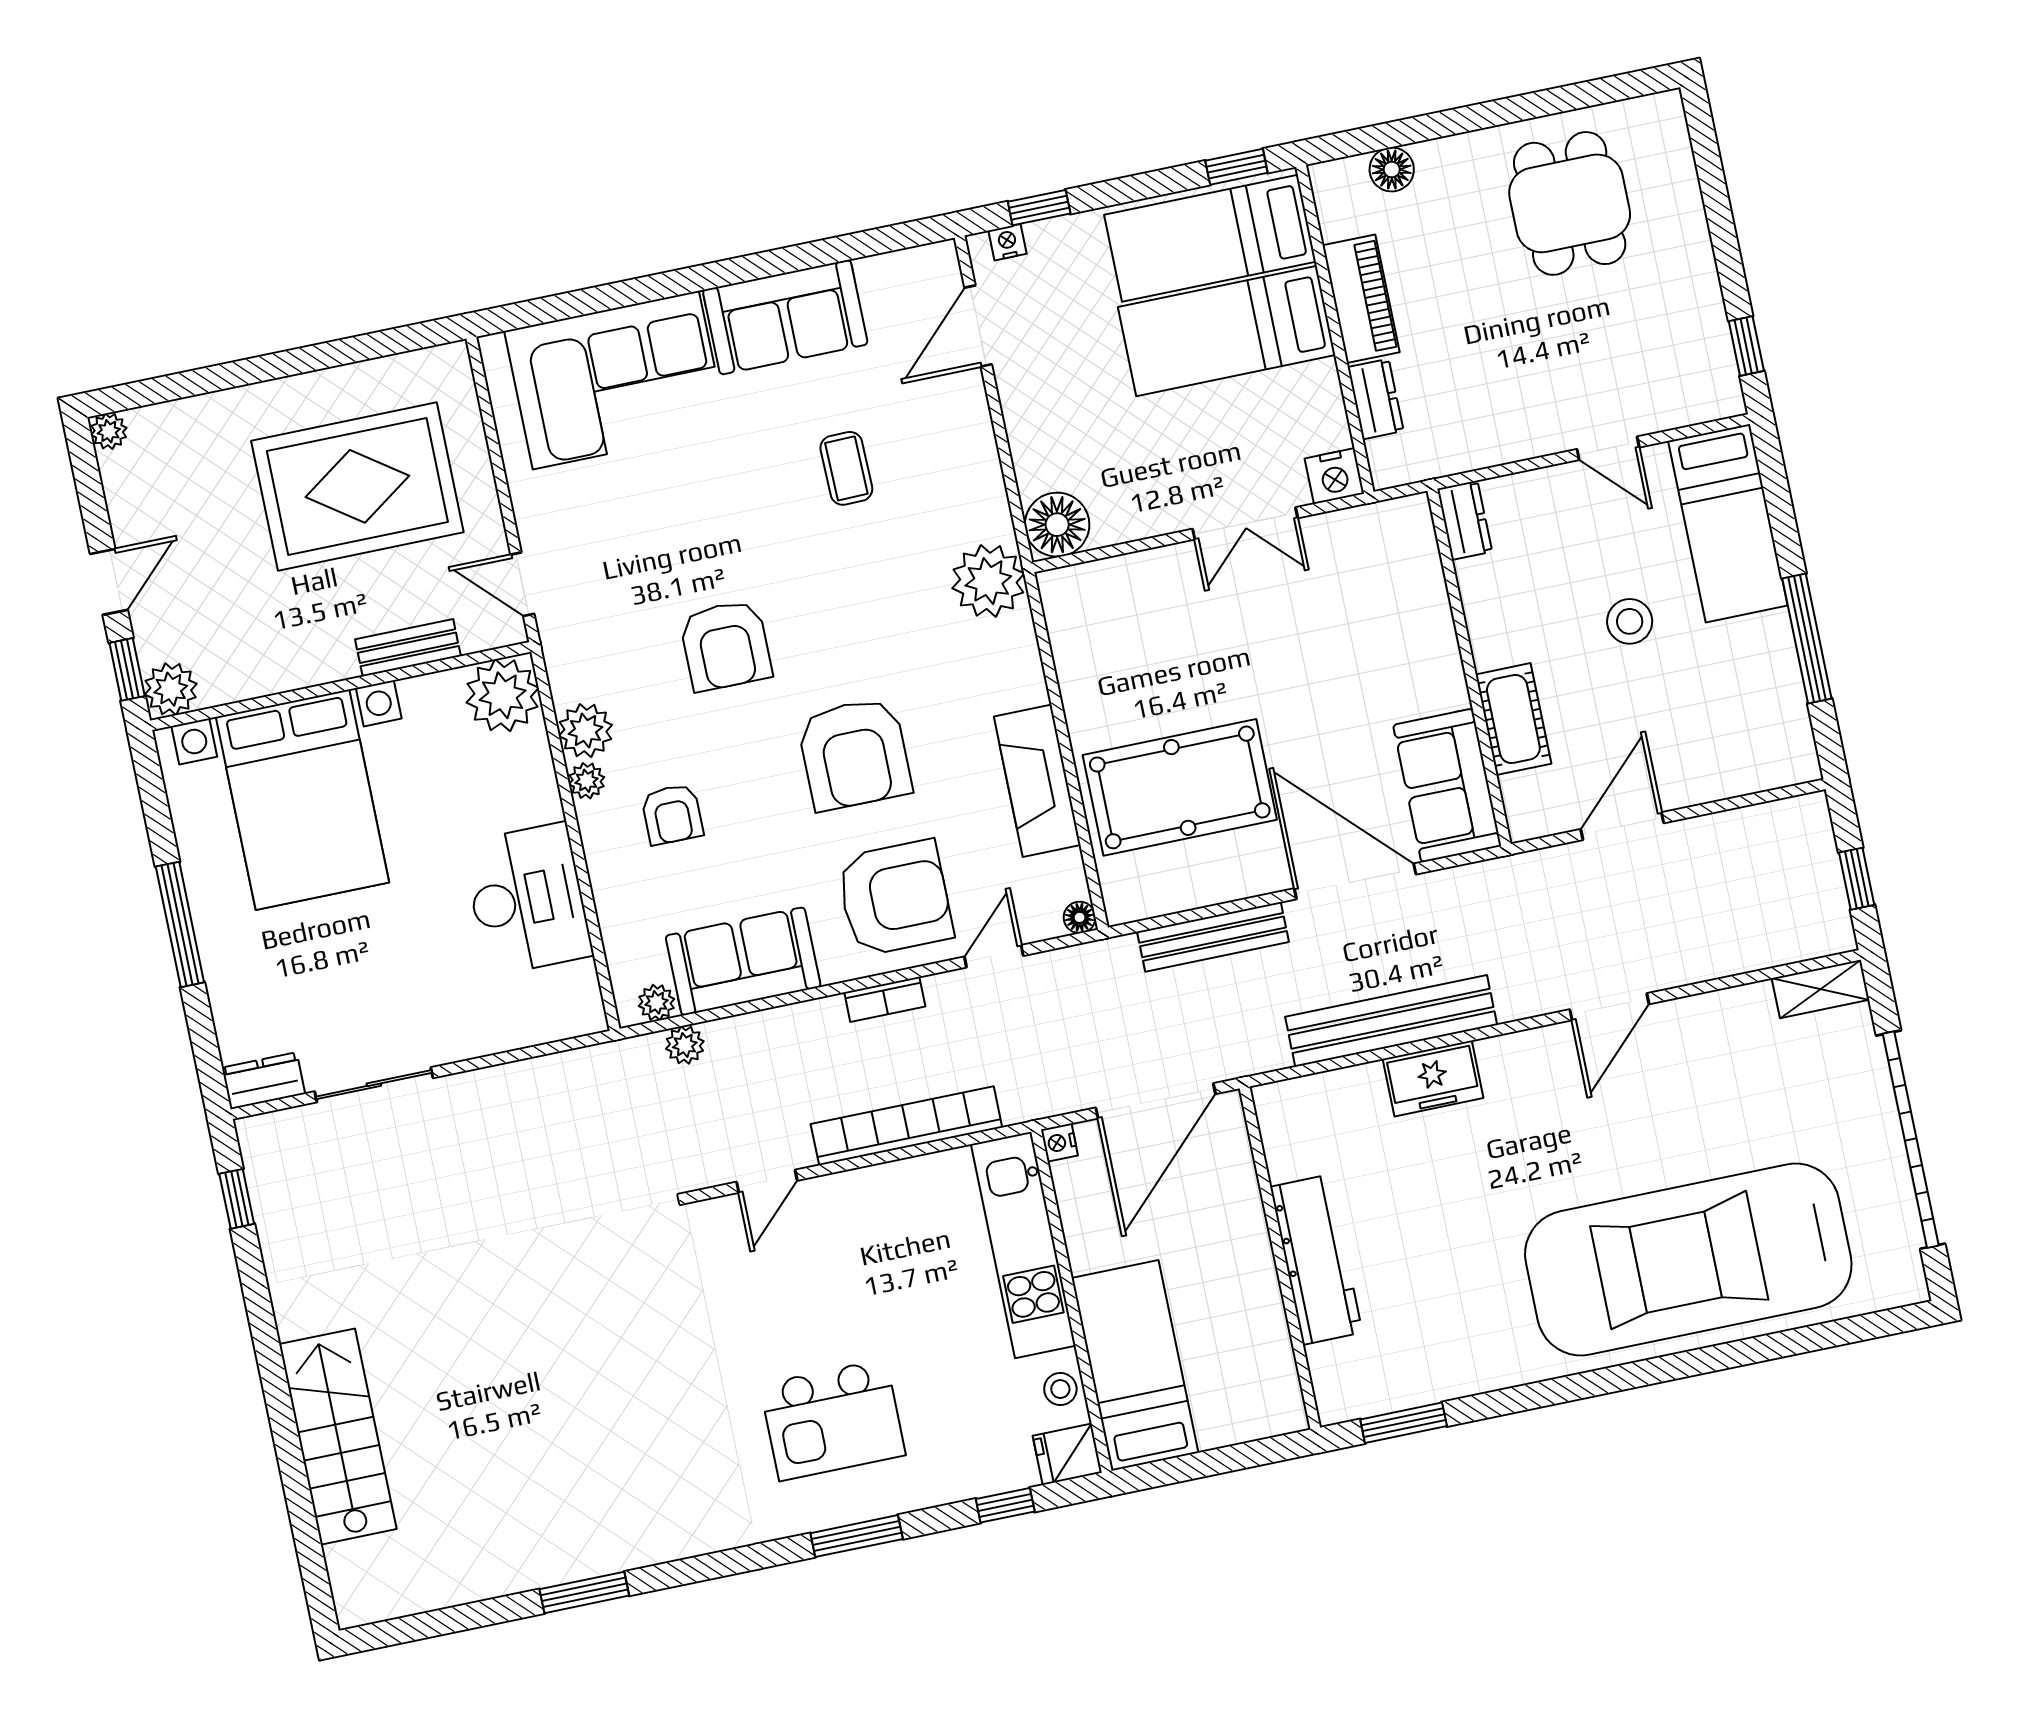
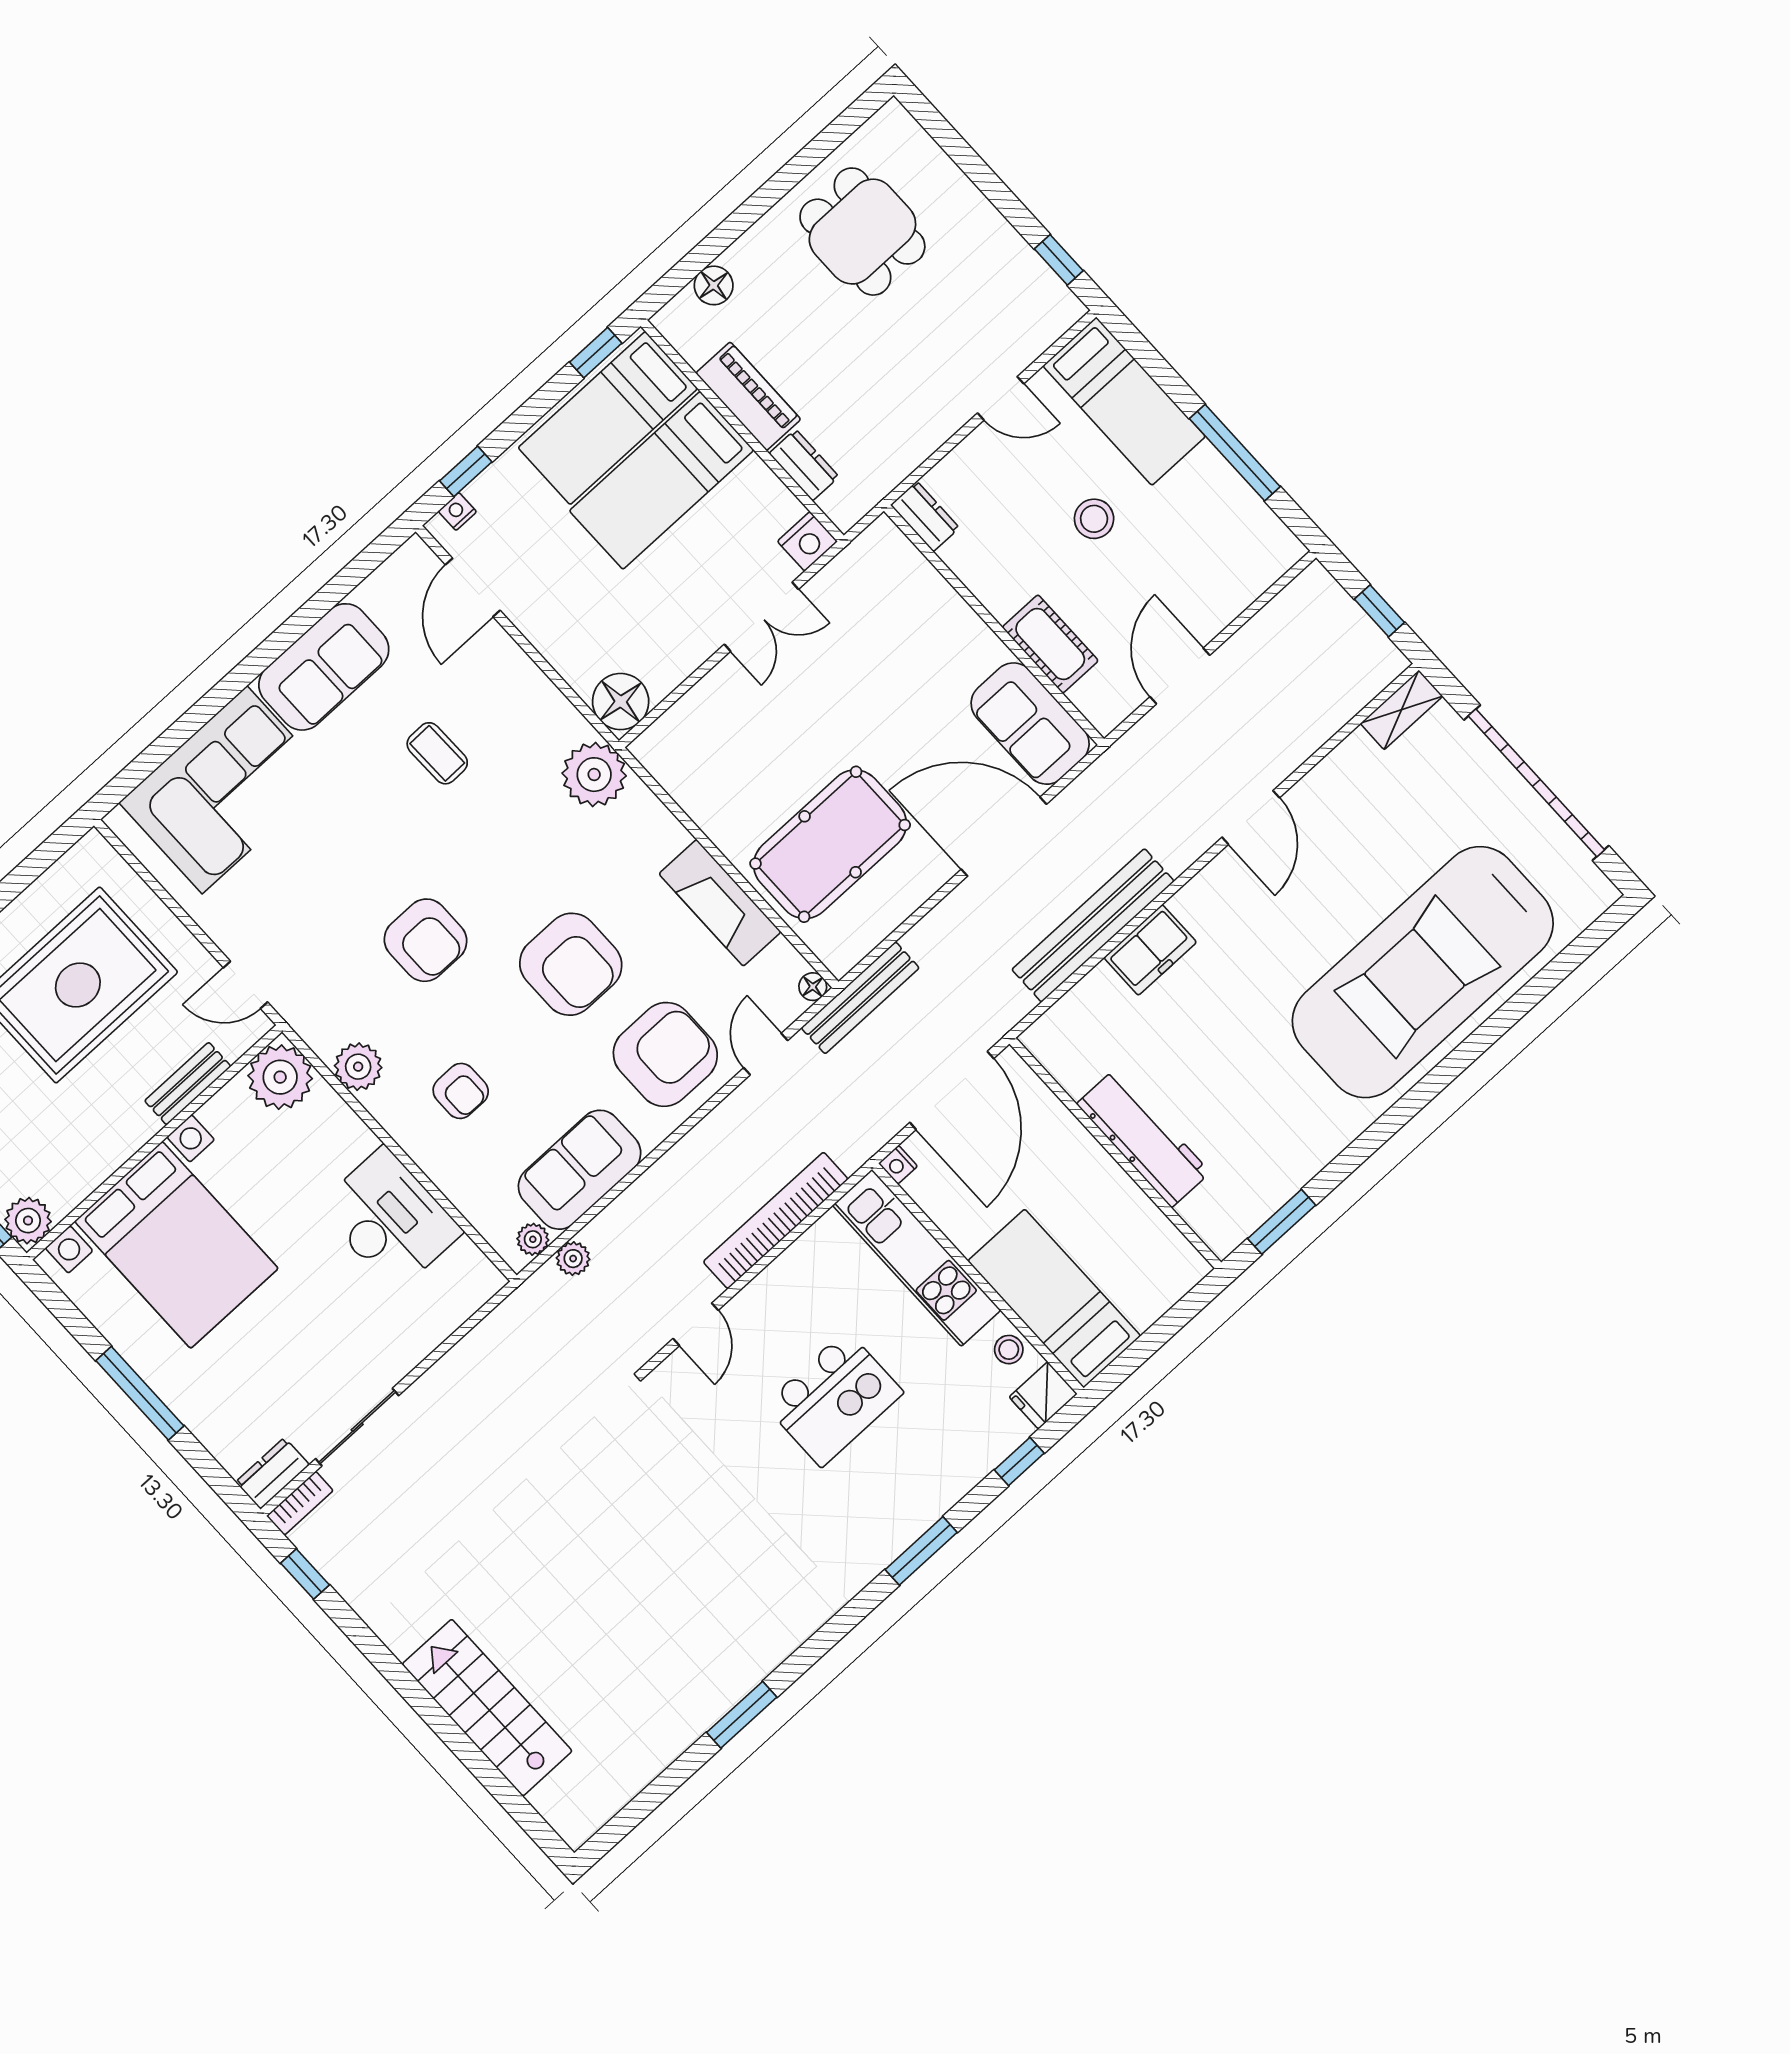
plant: (587, 781) -> (381, 1104), removed
bench: (1213, 937) -> (860, 998), moved
bookcase: (885, 999) -> (300, 1503), moved
kitchen island: (833, 1420) -> (834, 1399), moved

